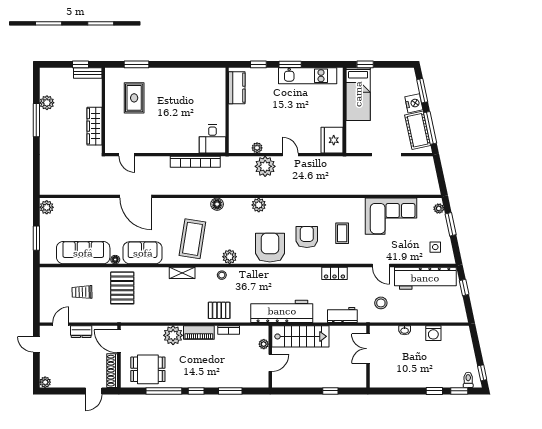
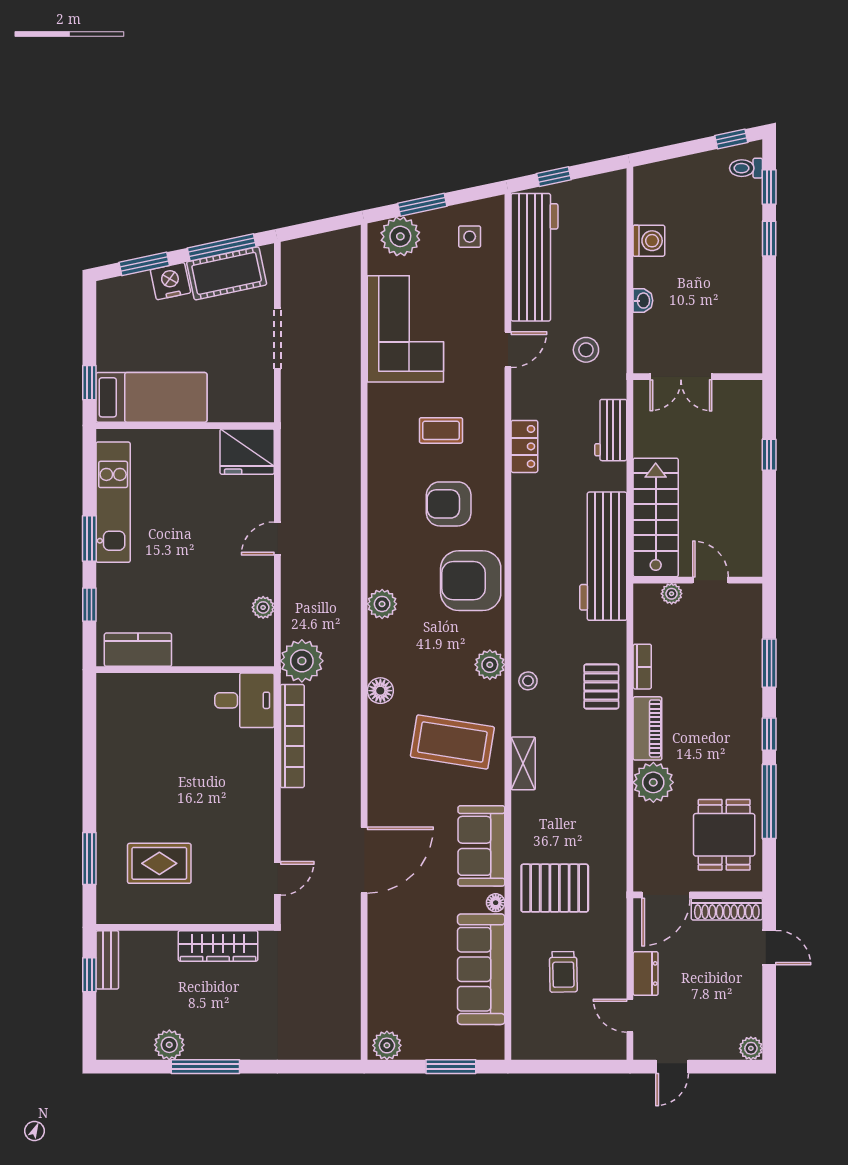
plant: (265, 166) -> (302, 661), moved
plant: (439, 209) -> (400, 236), width x1.88, depth x1.88

